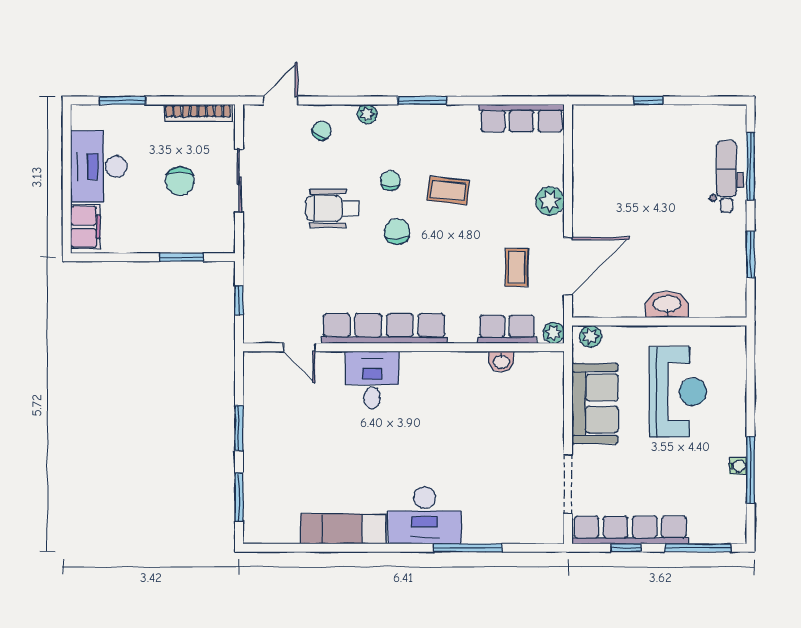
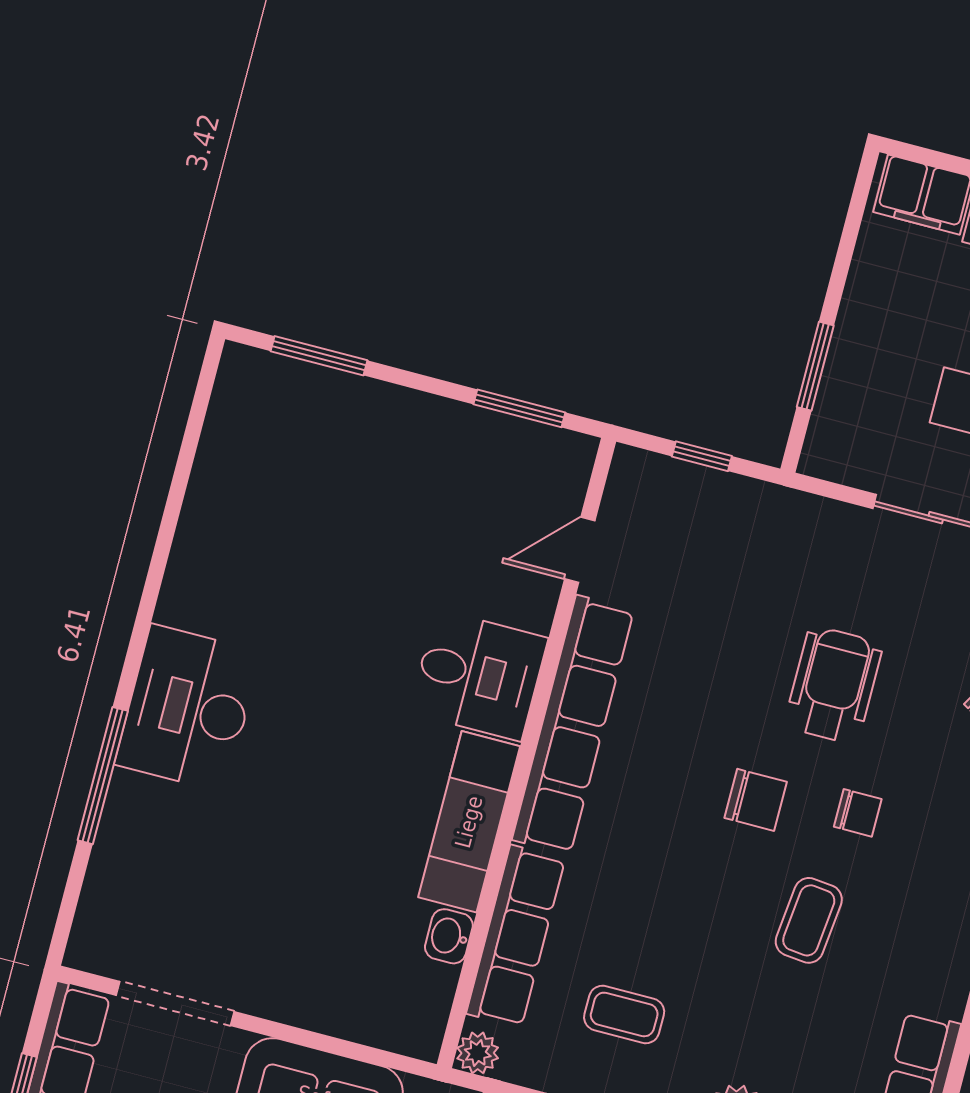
row of seats: (507, 329) -> (516, 936), width x1.48
window: (239, 428) -> (519, 408), moved
exam couch: (343, 529) -> (469, 822), moved, turned 180

